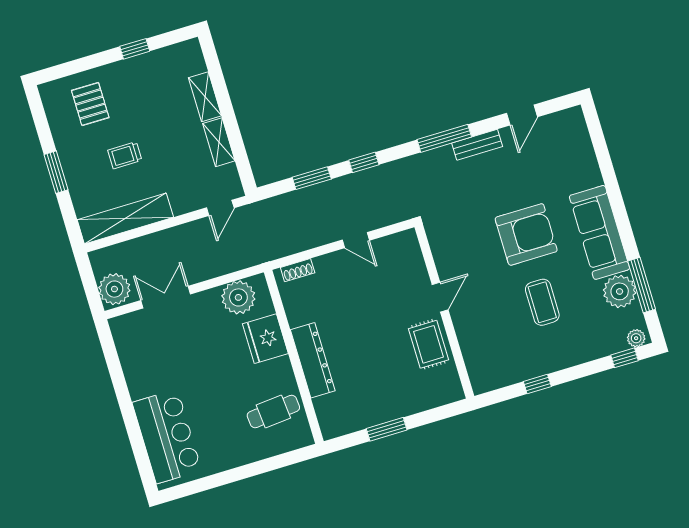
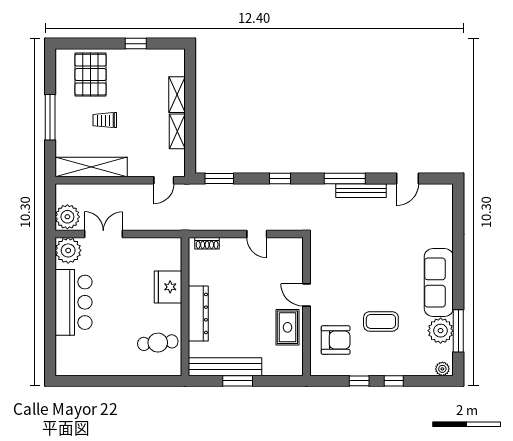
pallet: (90, 104) -> (91, 75), width x1.50, depth x1.42
bench: (477, 145) -> (361, 191), width x1.36
window: (56, 172) -> (50, 117), width x1.44
window: (312, 178) -> (219, 178), moved
armchair: (526, 234) -> (336, 340), moved, width x0.73, depth x0.73
plant: (238, 297) -> (68, 250), moved
door: (440, 297) -> (306, 295), swing flipped
coffee table: (542, 302) -> (381, 321), turned 90
window: (625, 358) -> (394, 381), moved
bench: (366, 416) -> (225, 367), added
bar counter: (167, 436) -> (74, 302), moved

